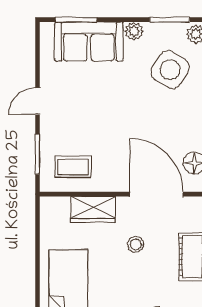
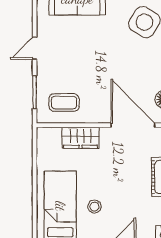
stool: (136, 244) -> (94, 207), moved

